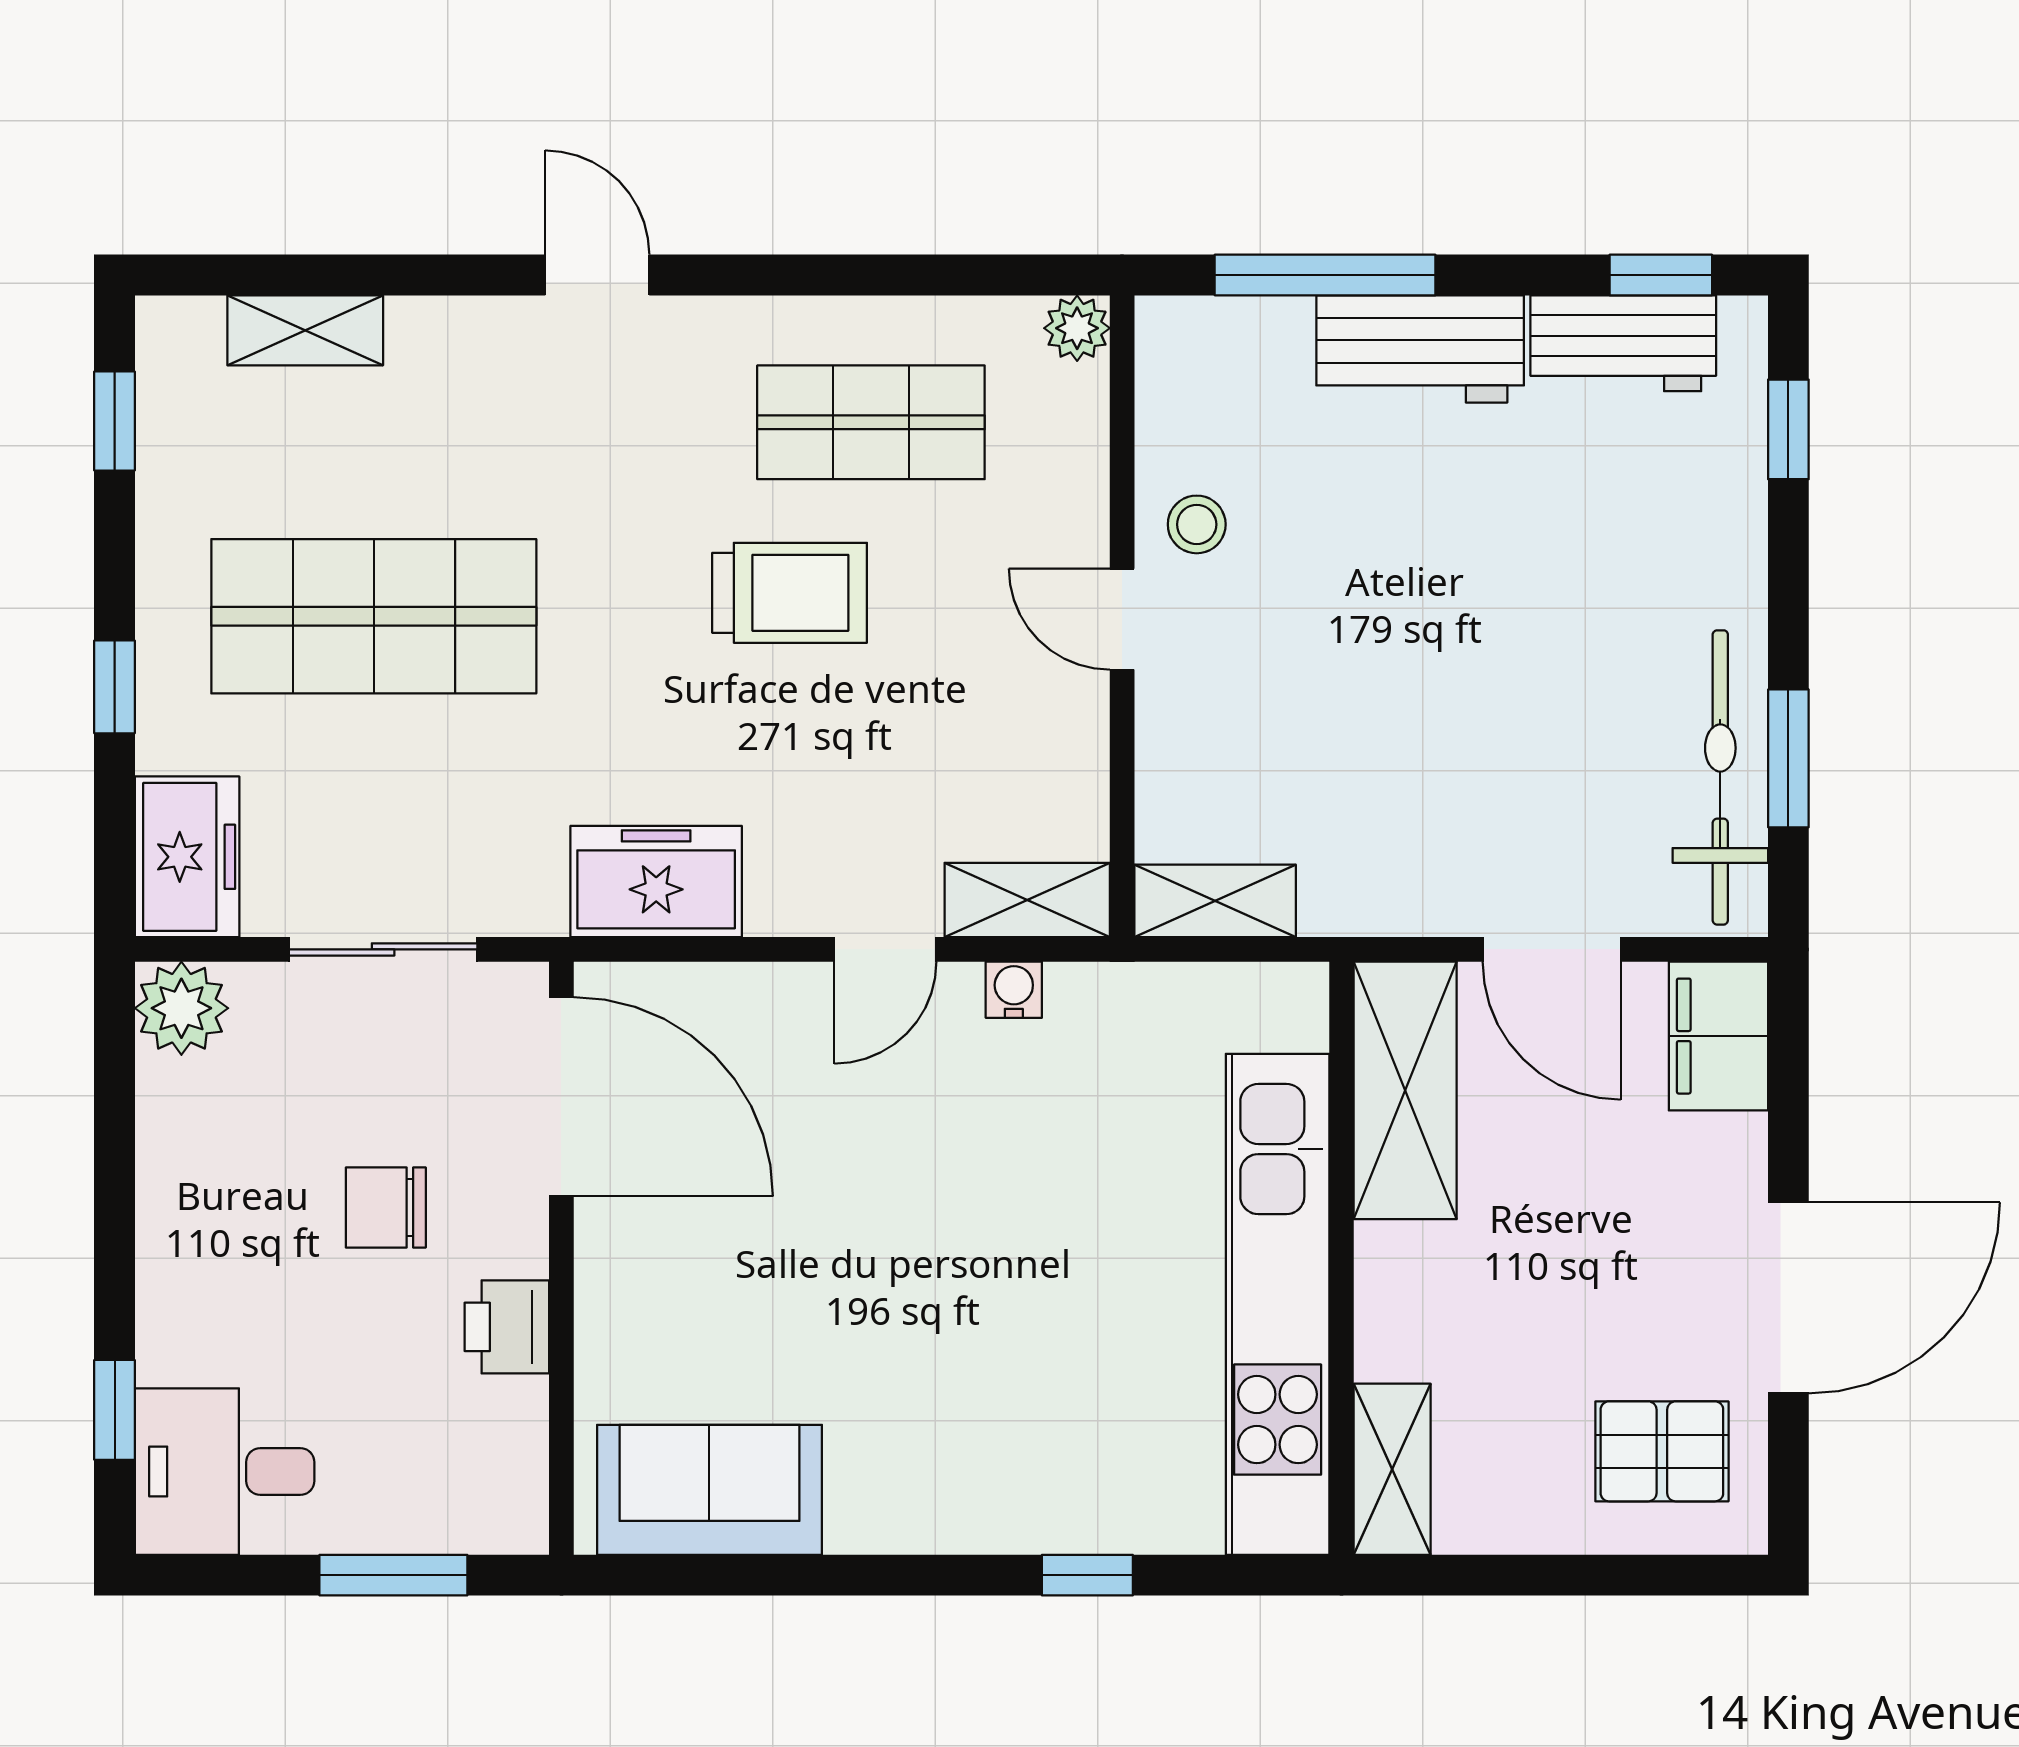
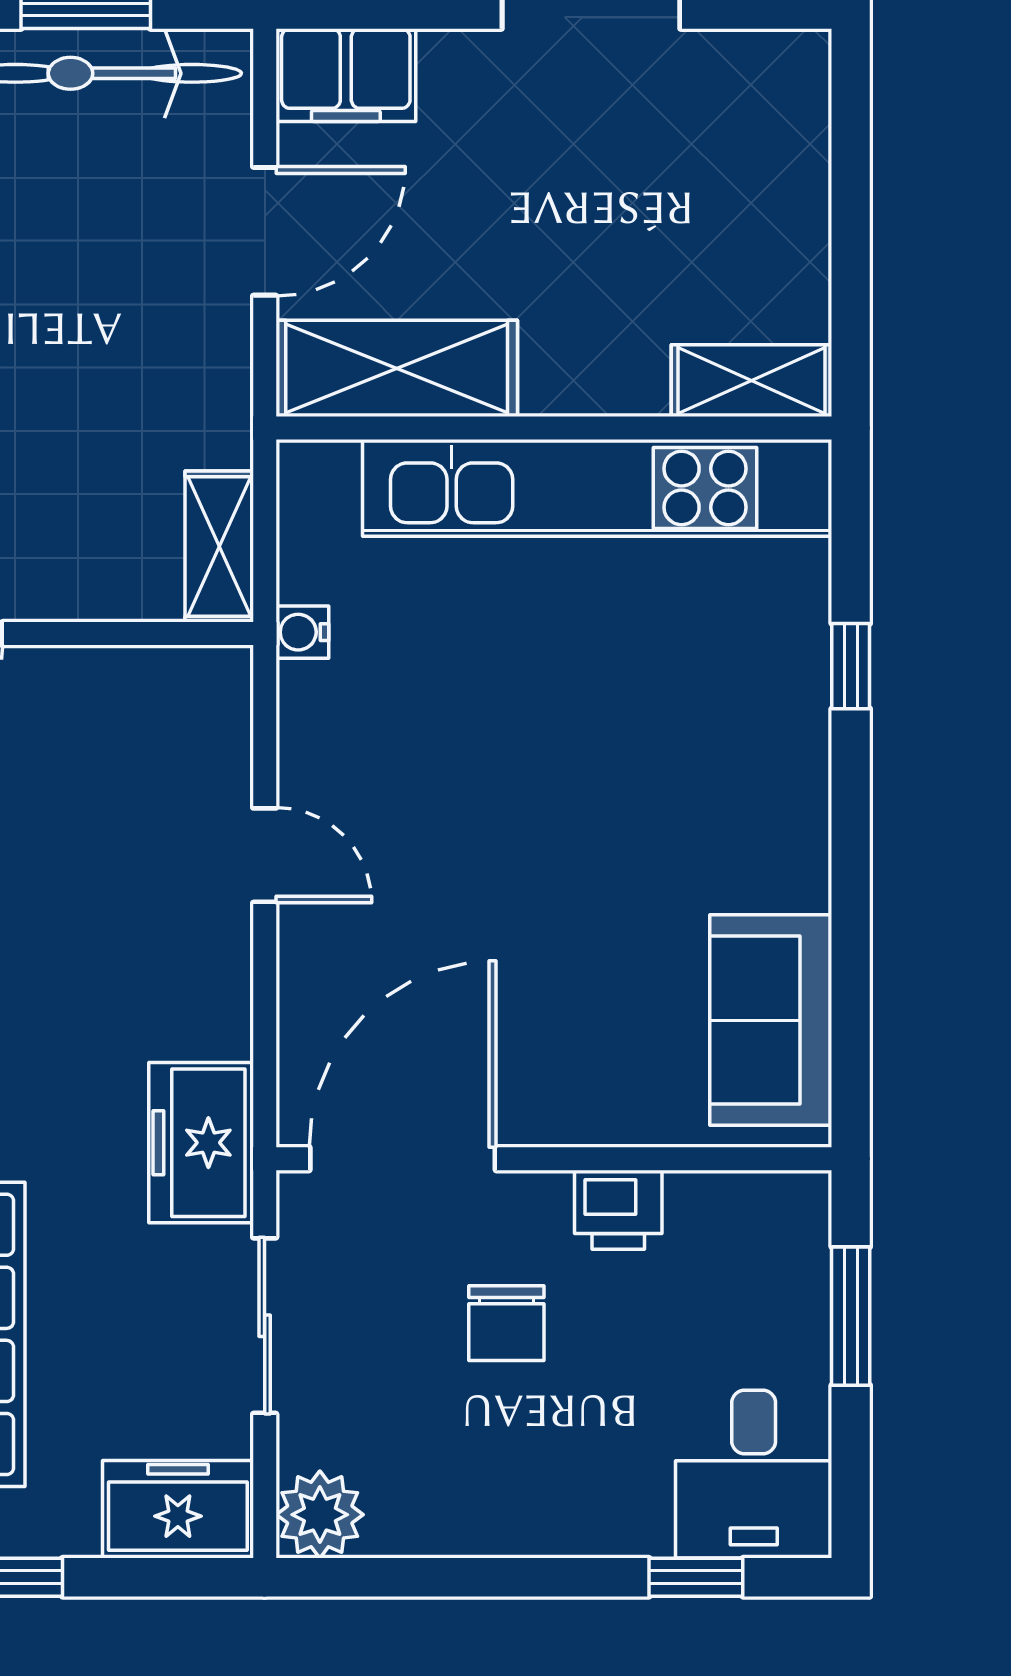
freezer: (656, 882) -> (201, 1143), moved
shelving: (1027, 900) -> (218, 722), removed
water cooler: (1014, 990) -> (302, 632), moved
pallet: (1662, 1451) -> (735, 128), removed

